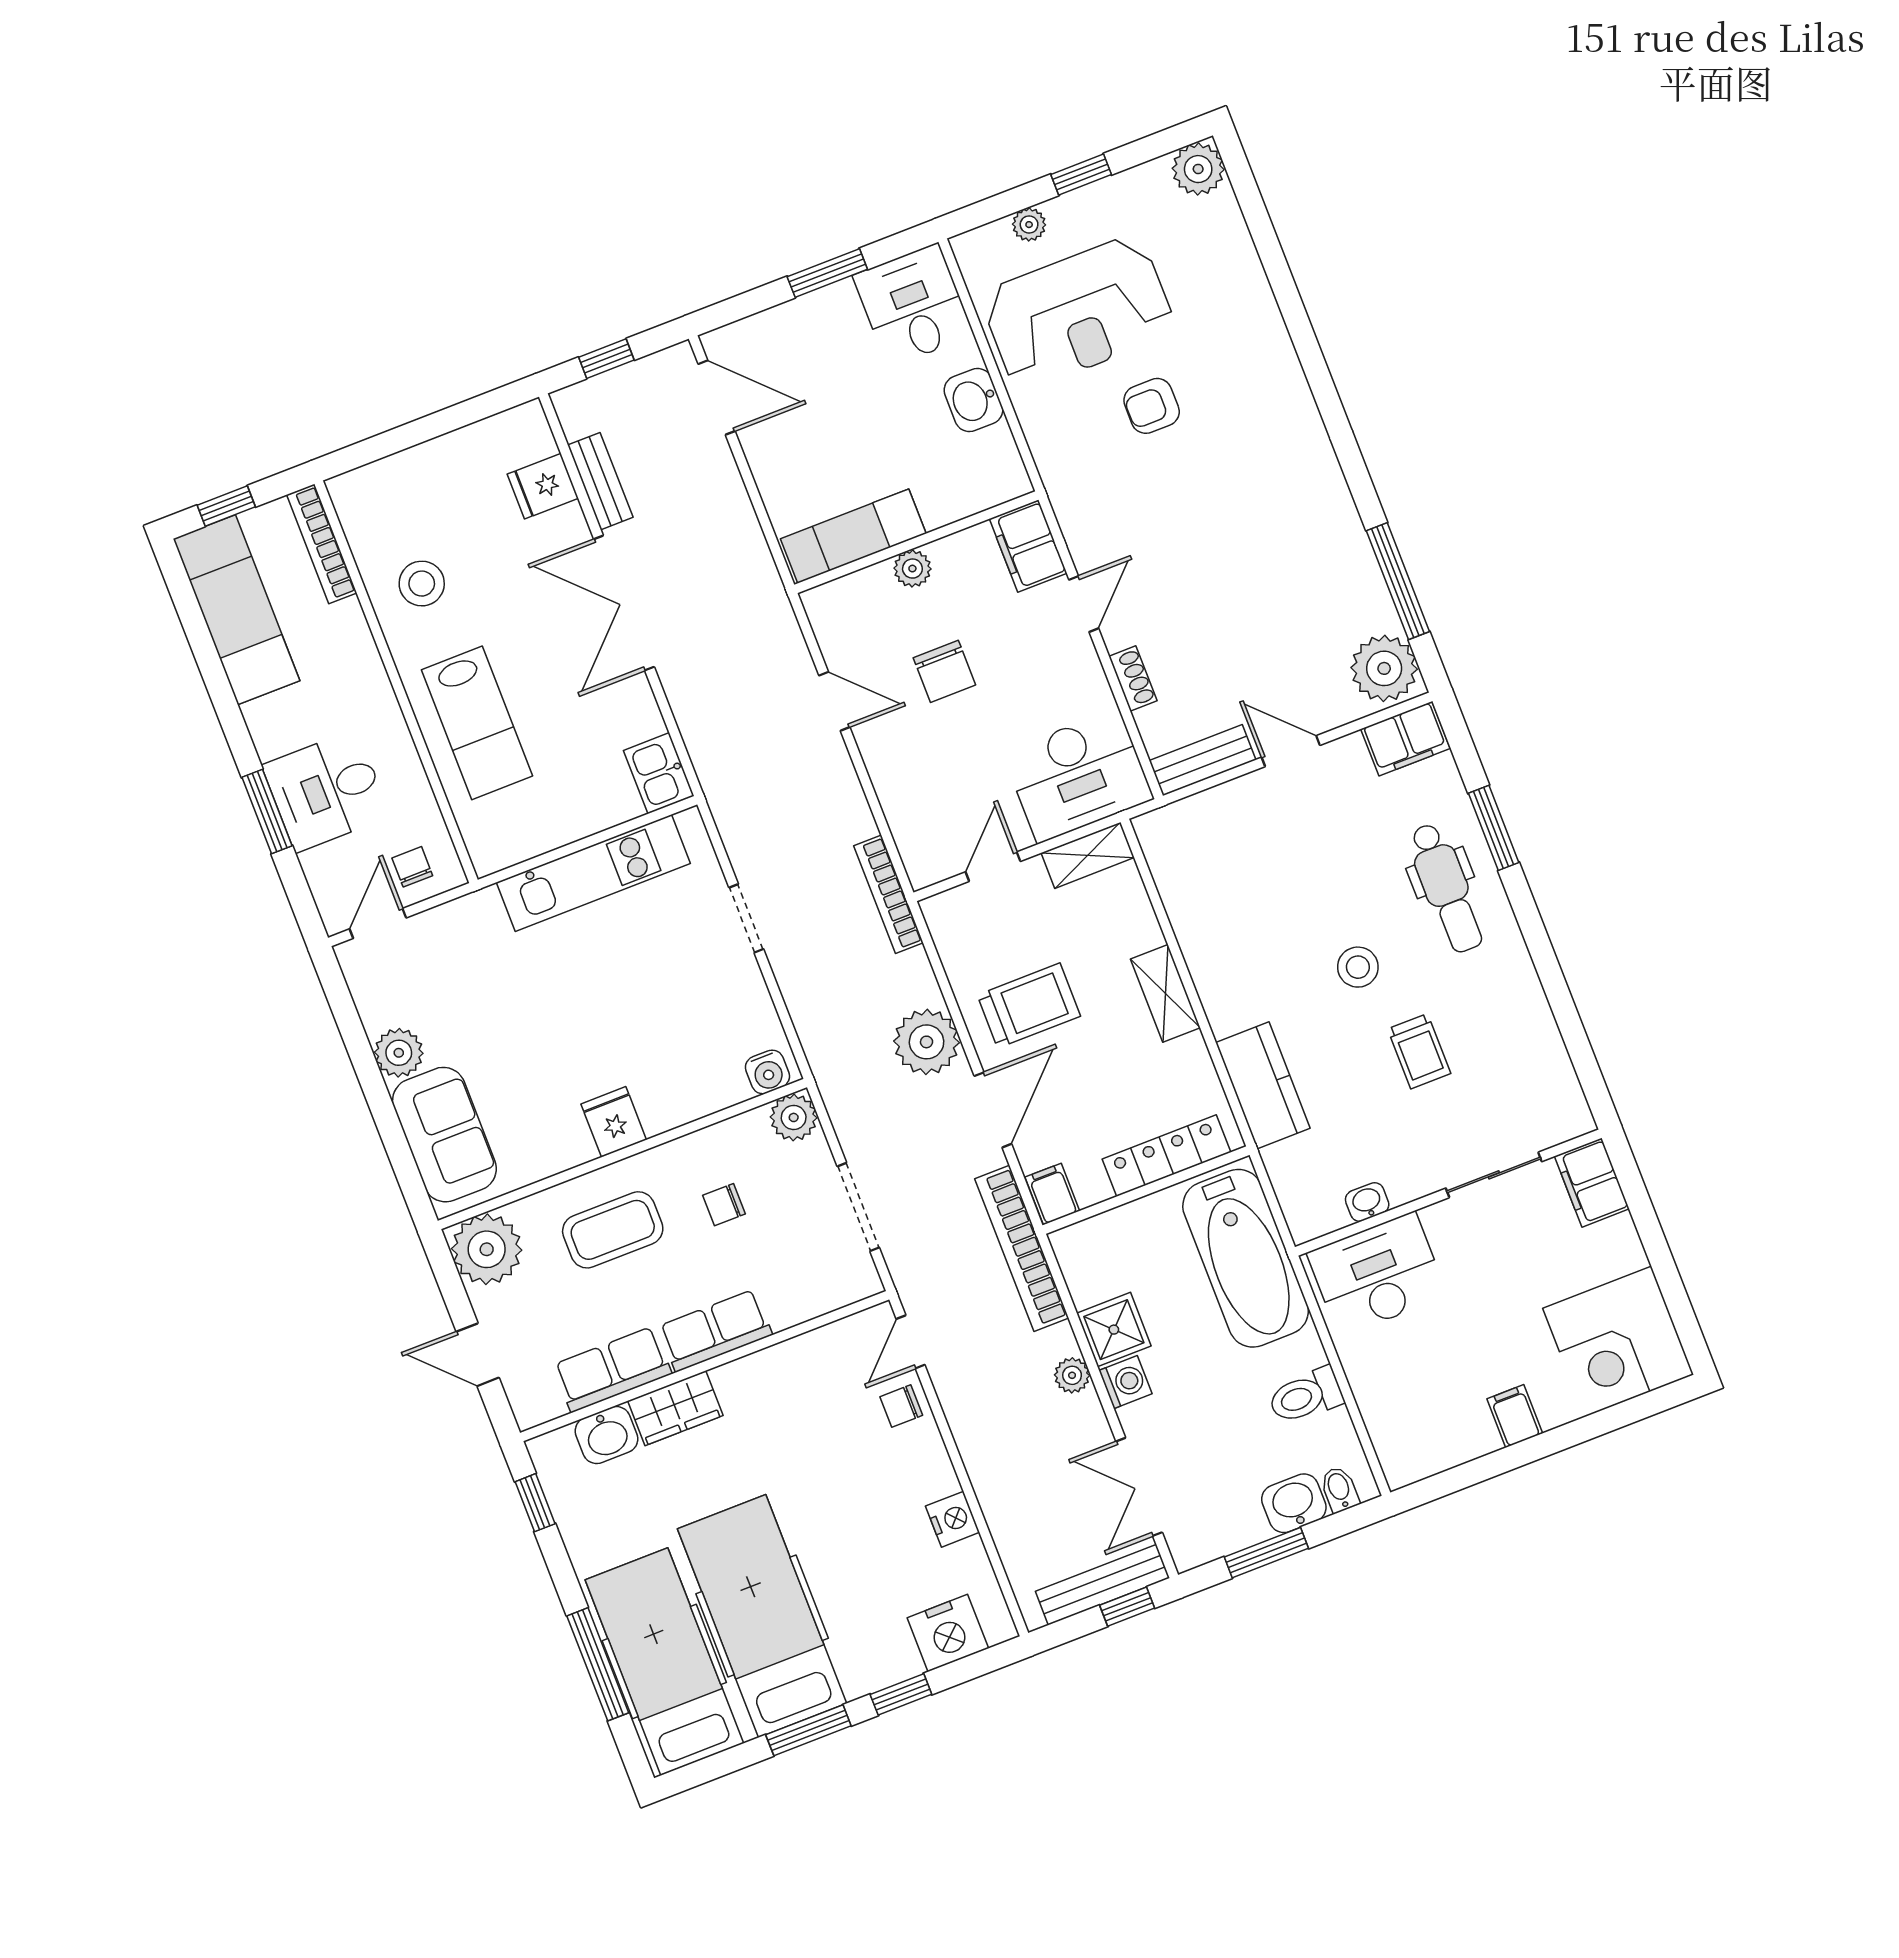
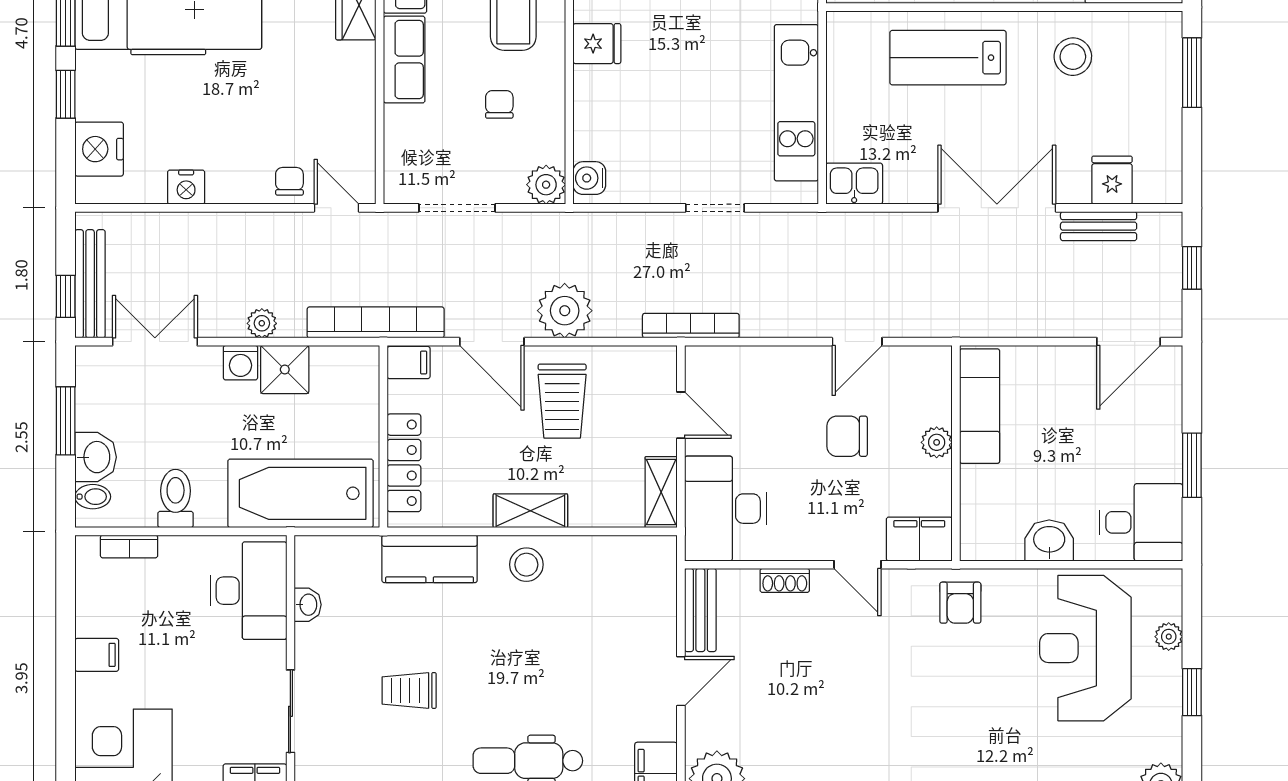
armchair: (1152, 406) -> (960, 603), moved, turned 180
window: (388, 443) -> (1192, 73), added
stool: (1358, 967) -> (526, 565), moved
bookcase: (1379, 1427) -> (129, 546), added

